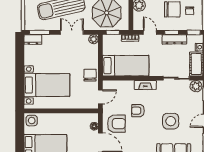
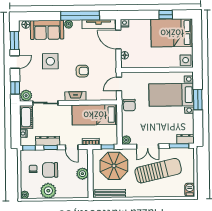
window: (20, 80) -> (198, 100), added
armchair: (116, 124) -> (103, 58), removed

